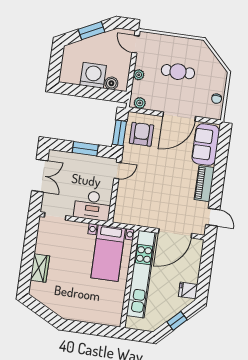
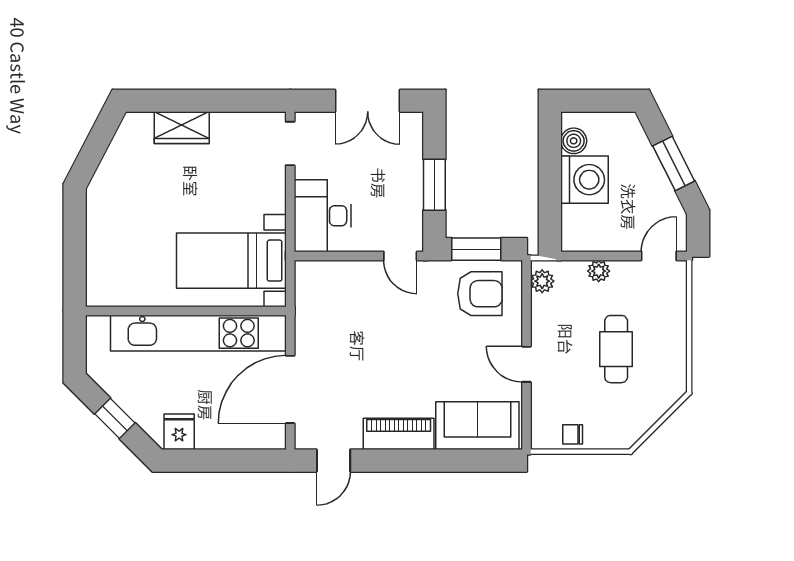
boiler: (111, 83) -> (574, 141), moved
door: (179, 116) -> (526, 364), width x0.53
door: (175, 233) -> (290, 389), hinge flipped

